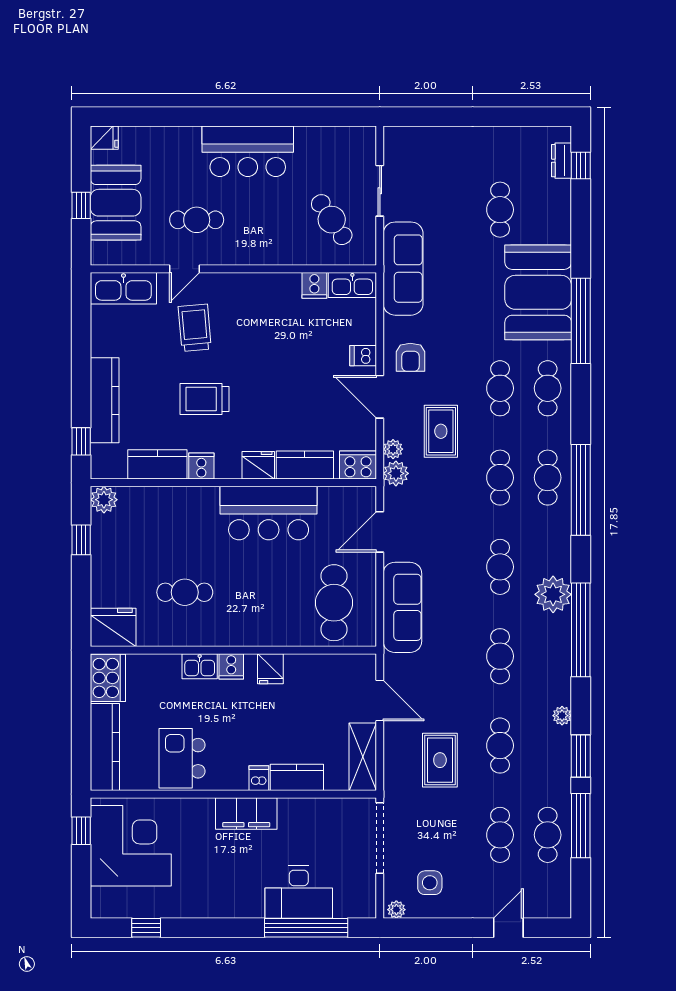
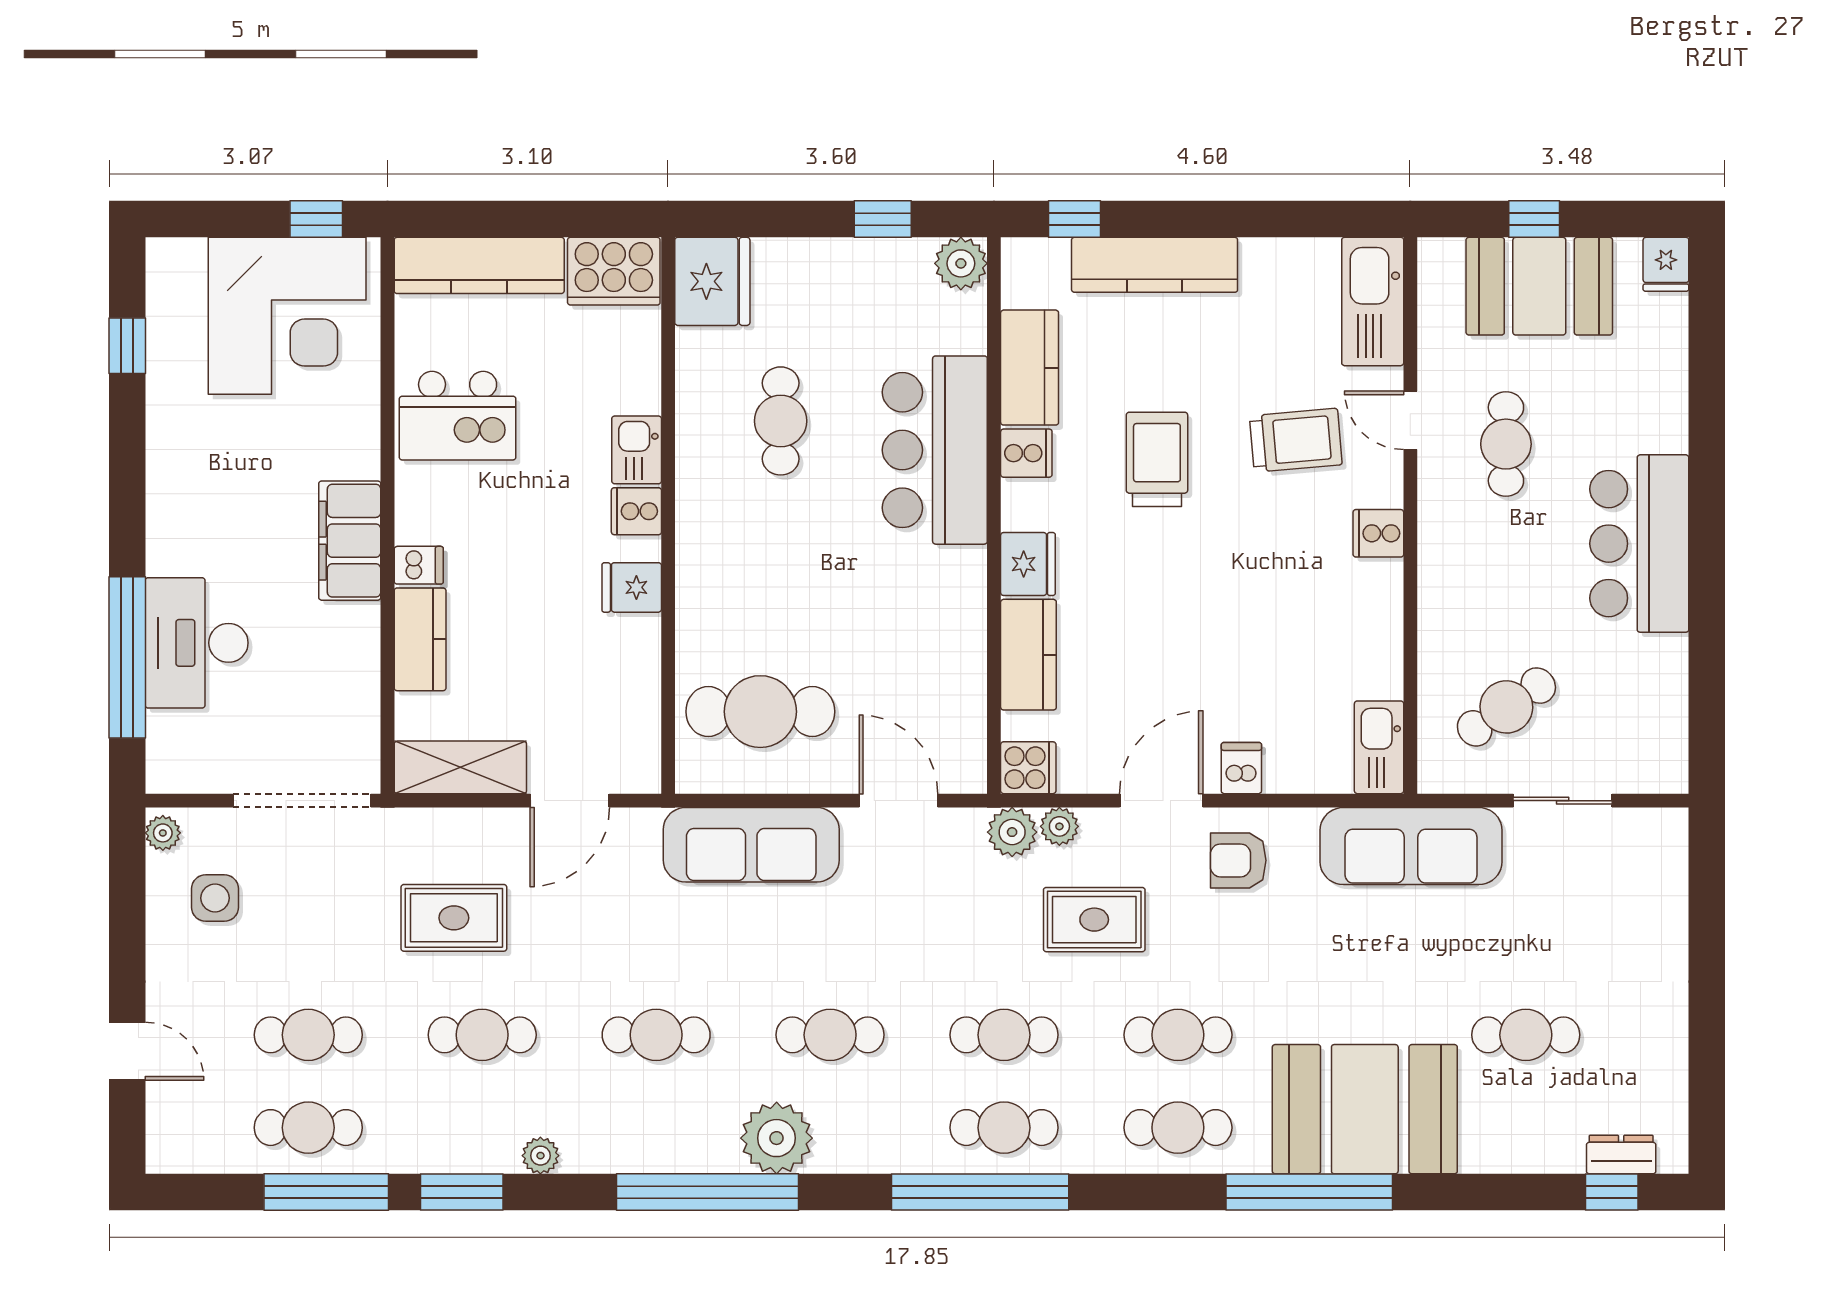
cooker: (314, 285) -> (1378, 533), moved
cooker: (358, 465) -> (1028, 768), width x0.73
bar counter: (269, 513) -> (935, 450), moved
kitchen island: (182, 758) -> (458, 416), turned 180

